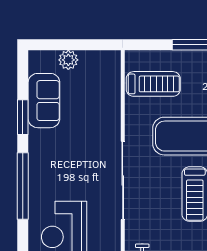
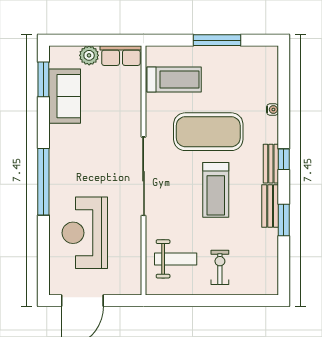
row of seats: (100, 60) -> (121, 56), added
window: (23, 117) -> (43, 79), moved

